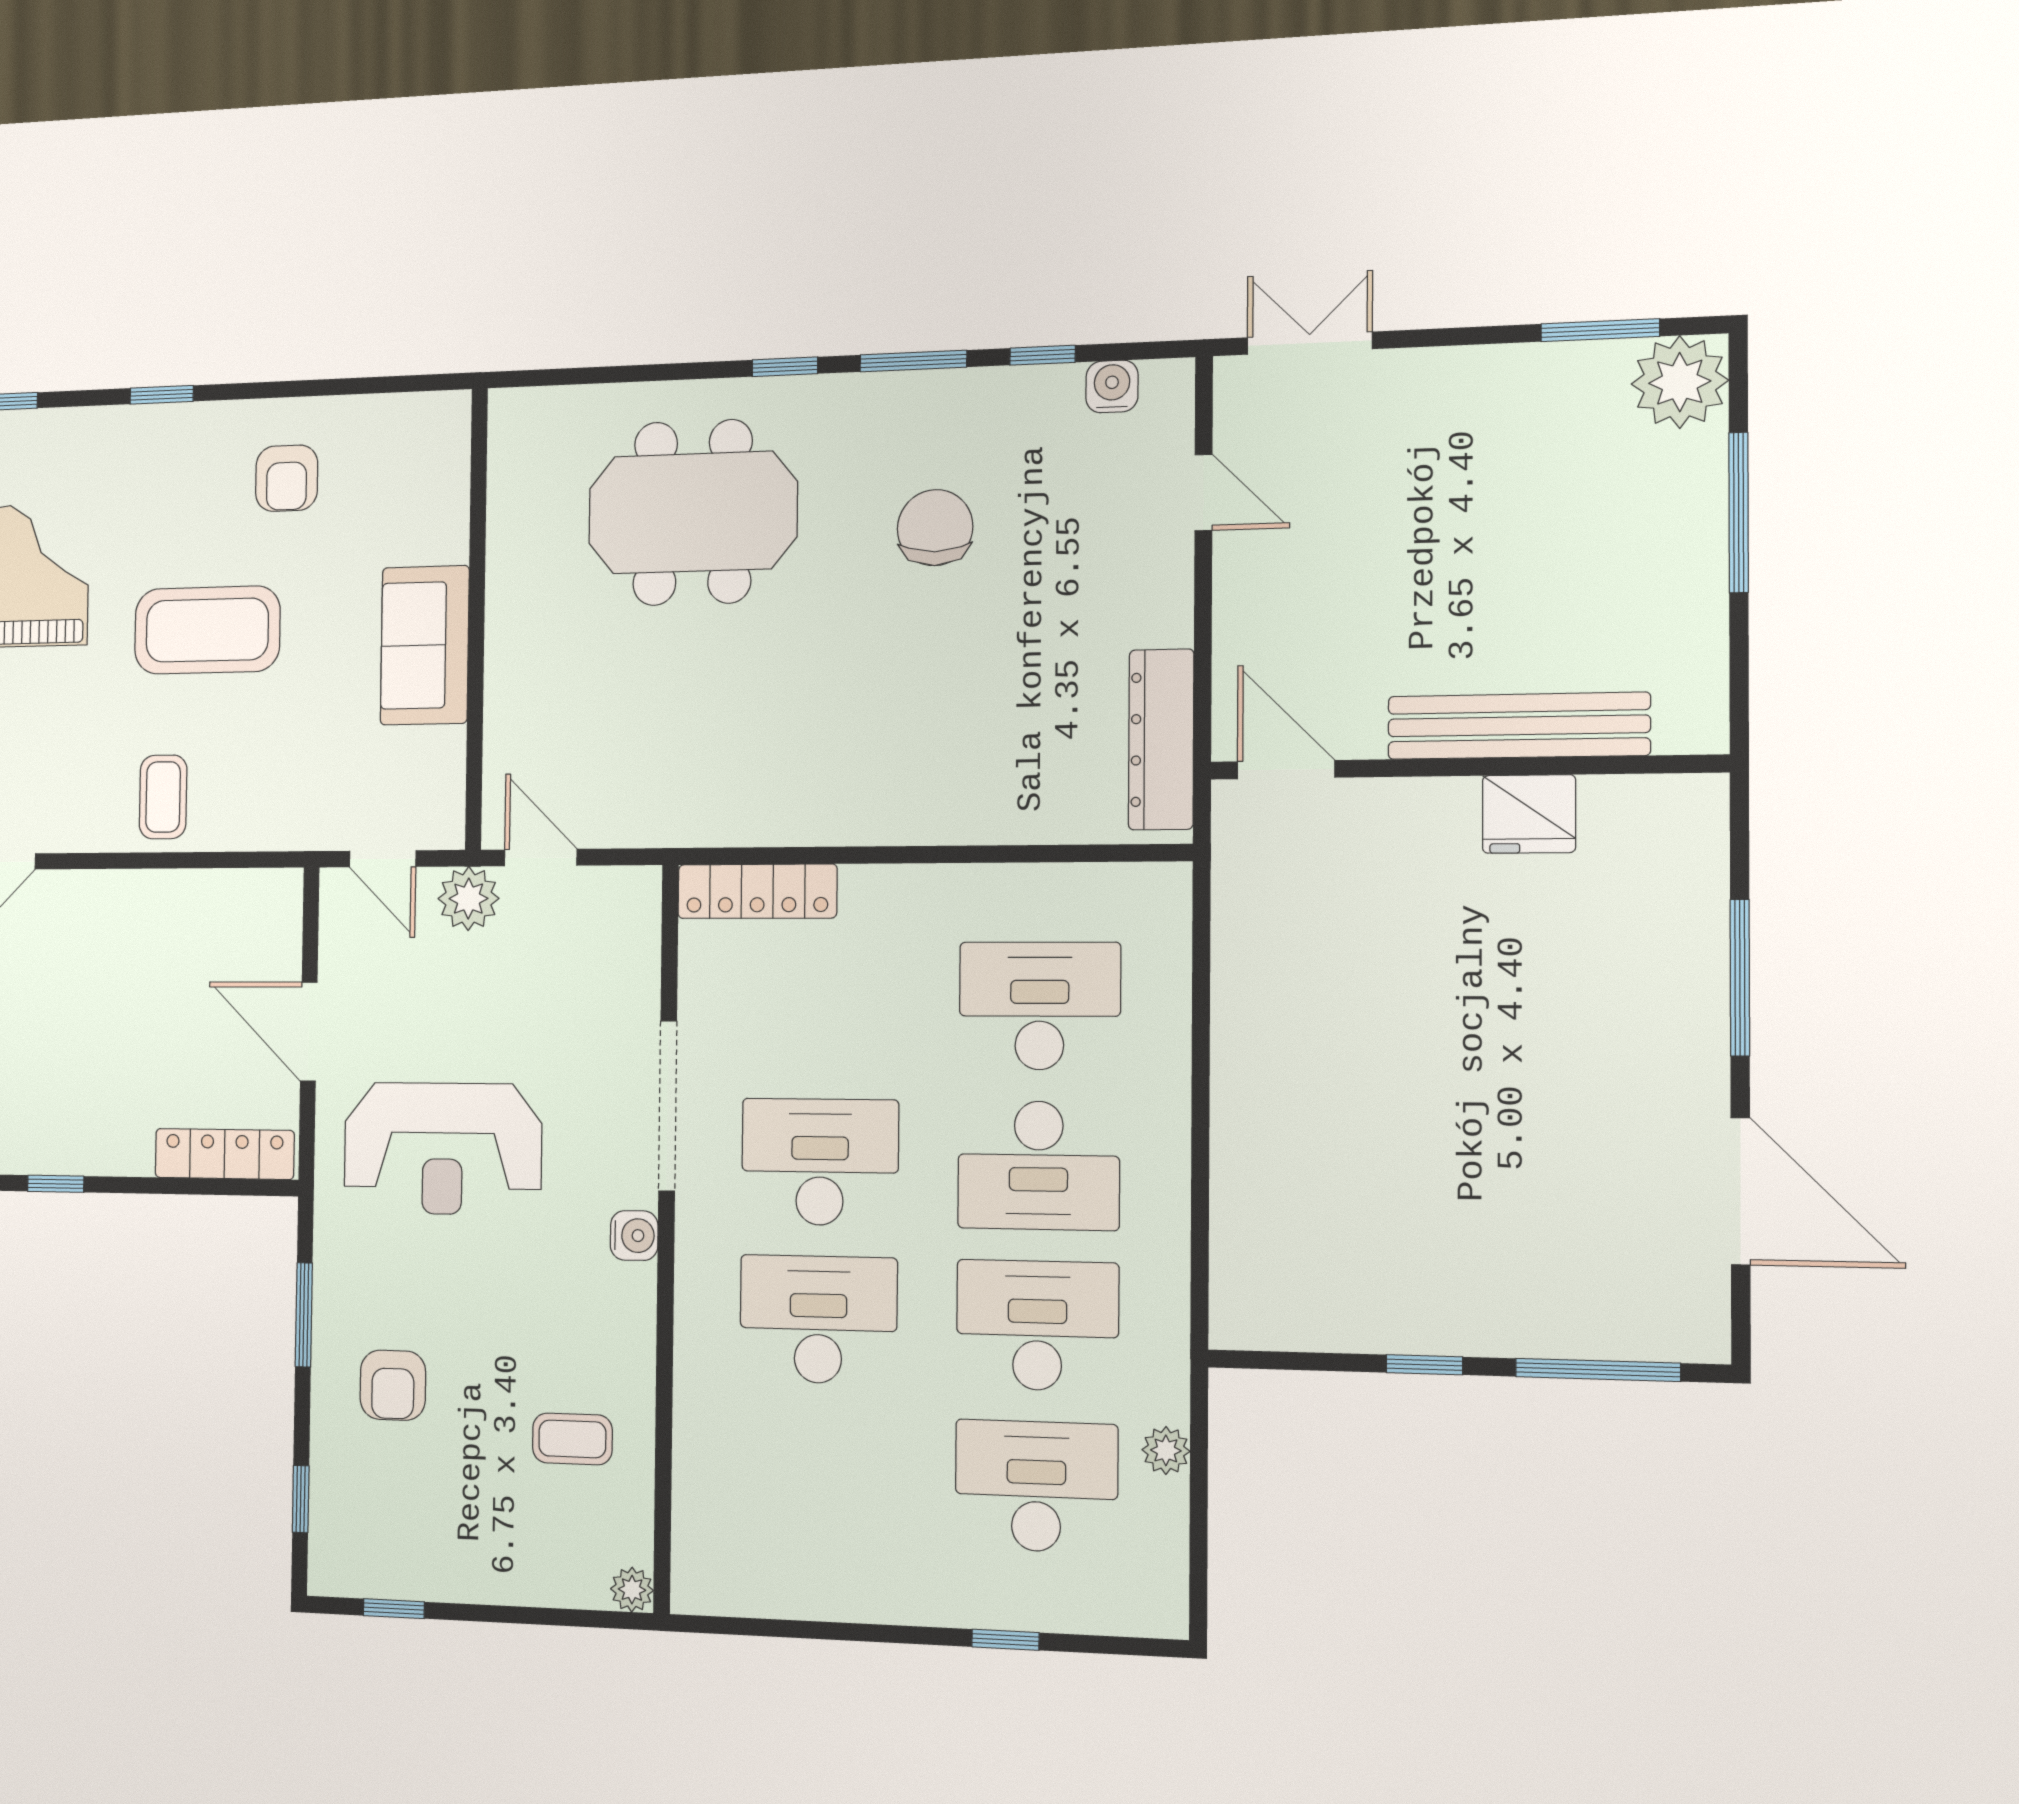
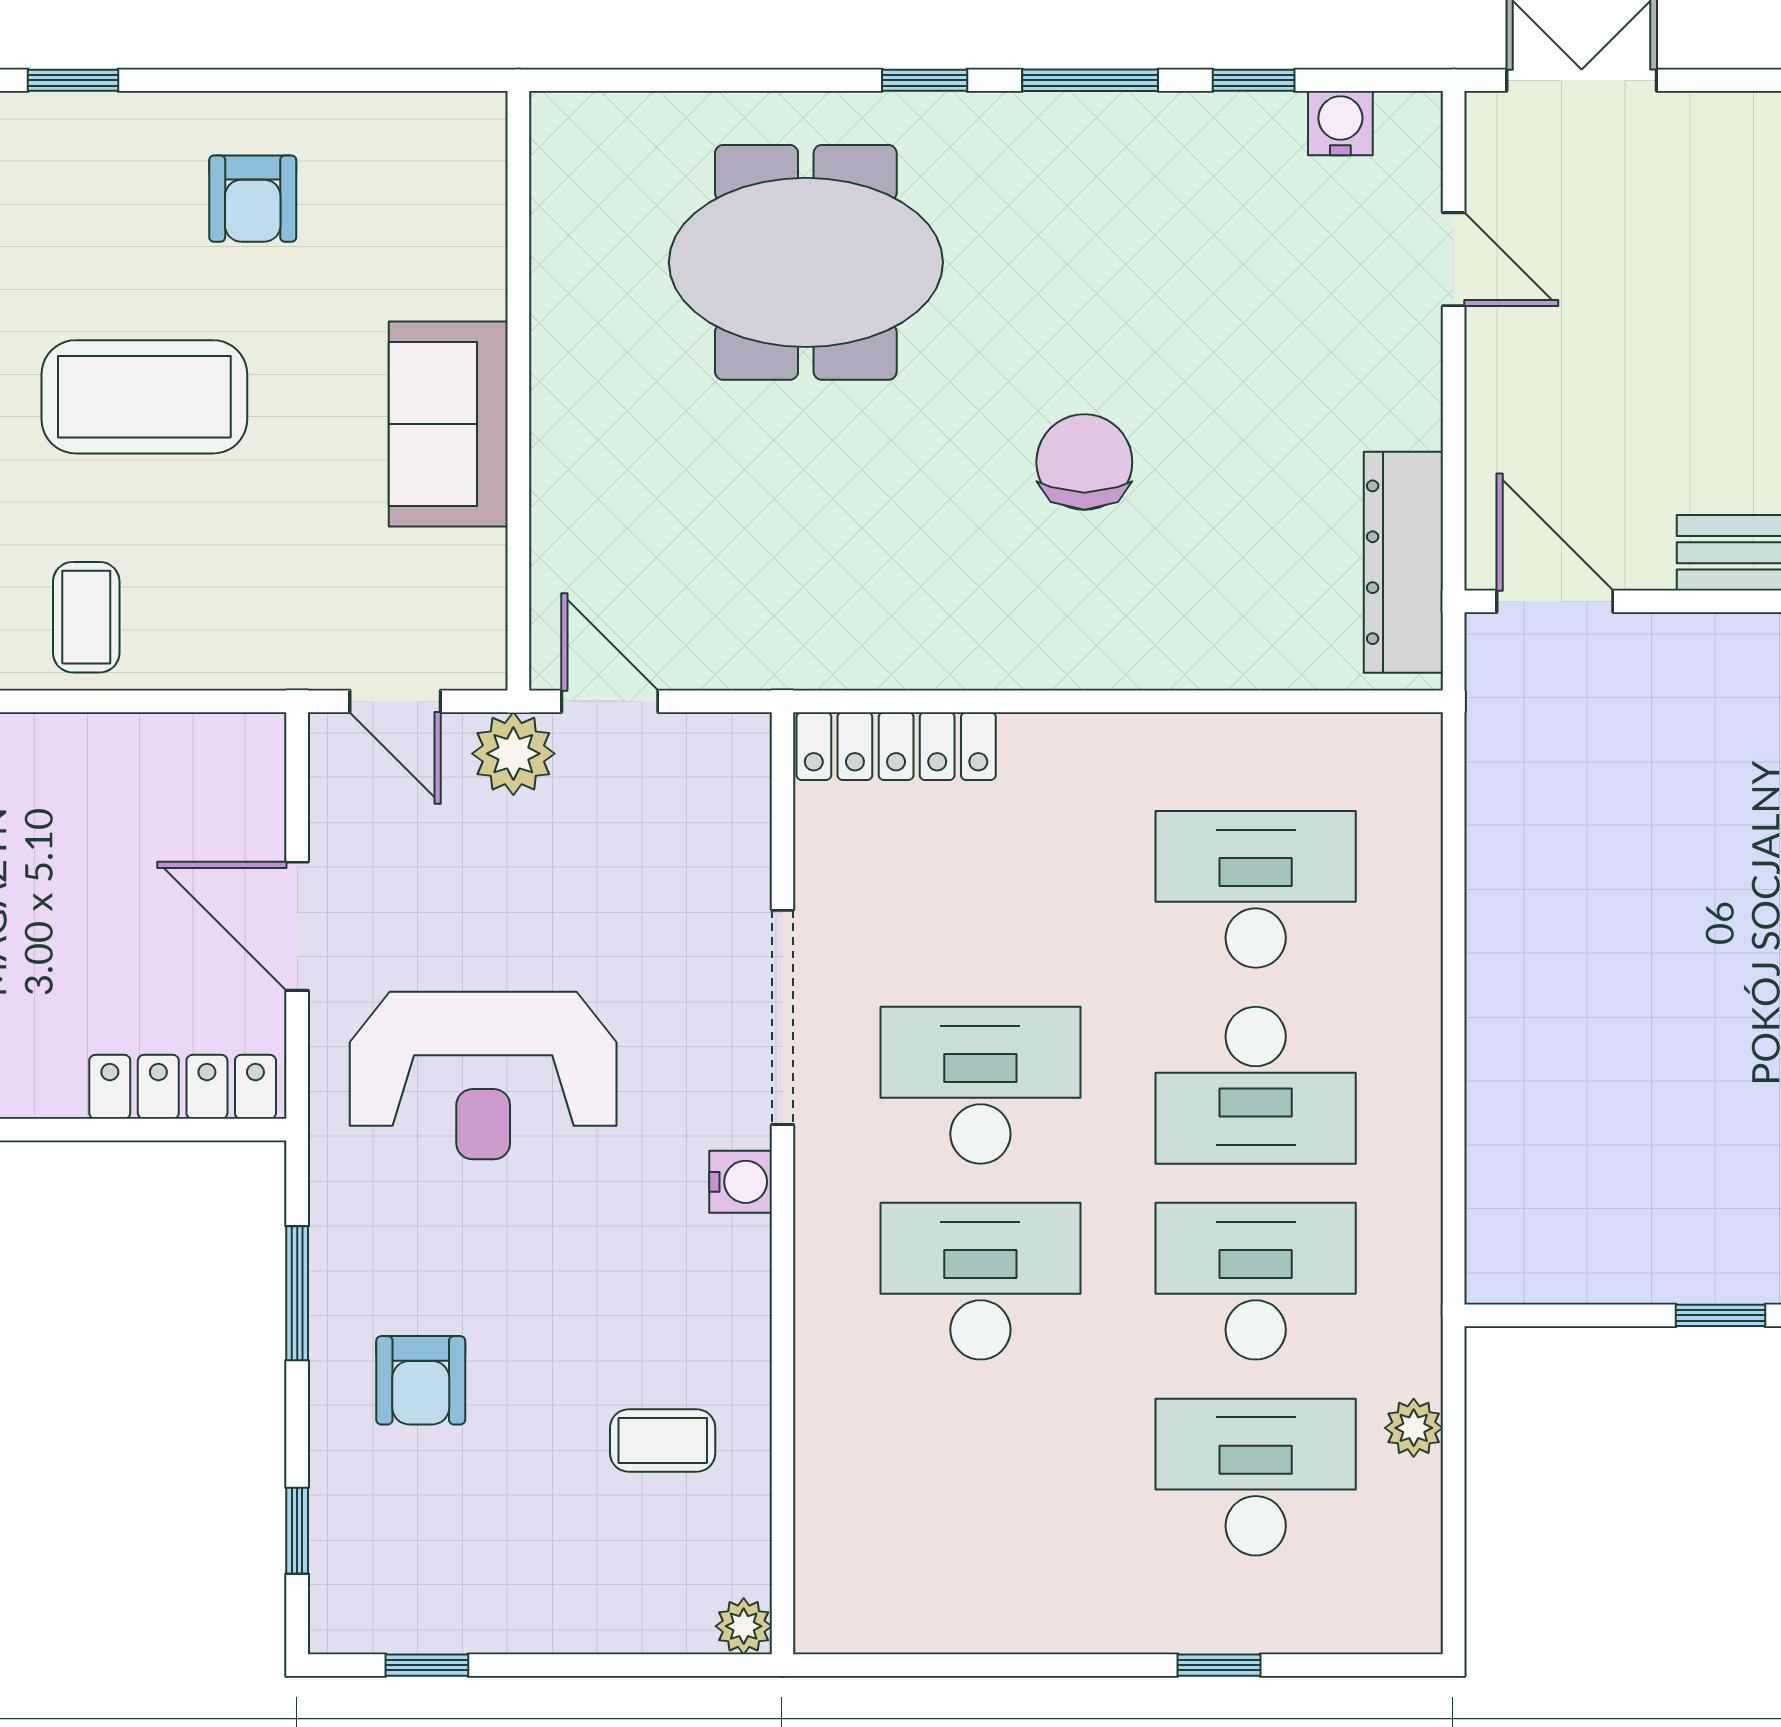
chair: (935, 528) -> (1084, 462), moved

